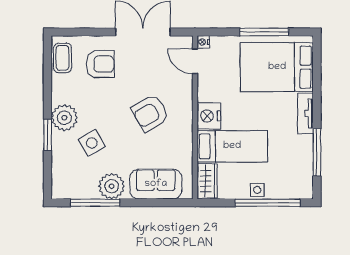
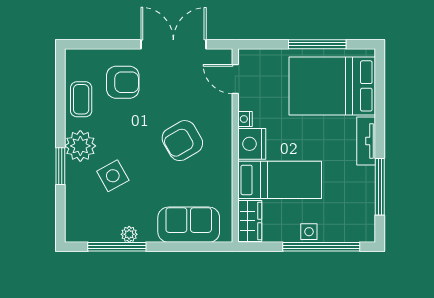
nightstand: (203, 42) -> (245, 119), moved
coffee table: (62, 58) -> (81, 99), moved
plant: (112, 186) -> (129, 234), width x0.53, depth x0.53

